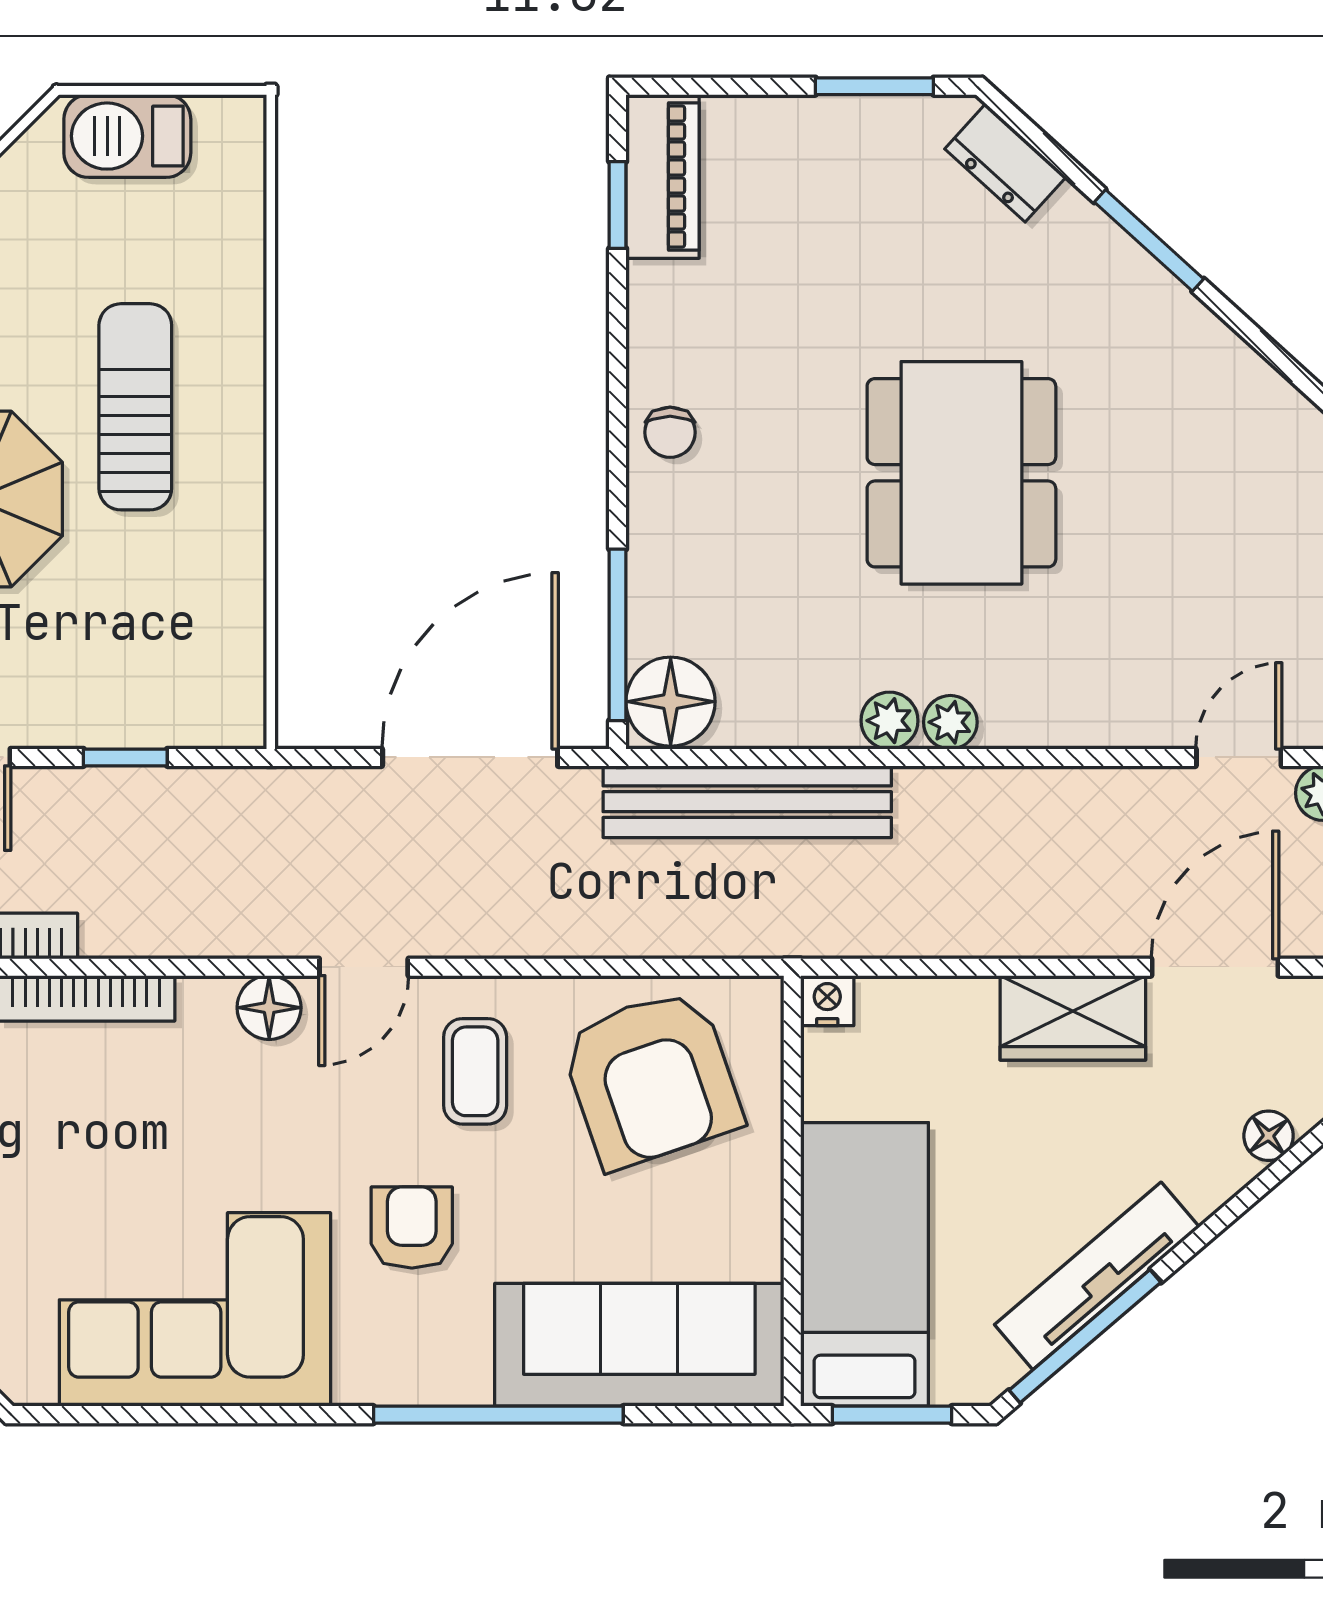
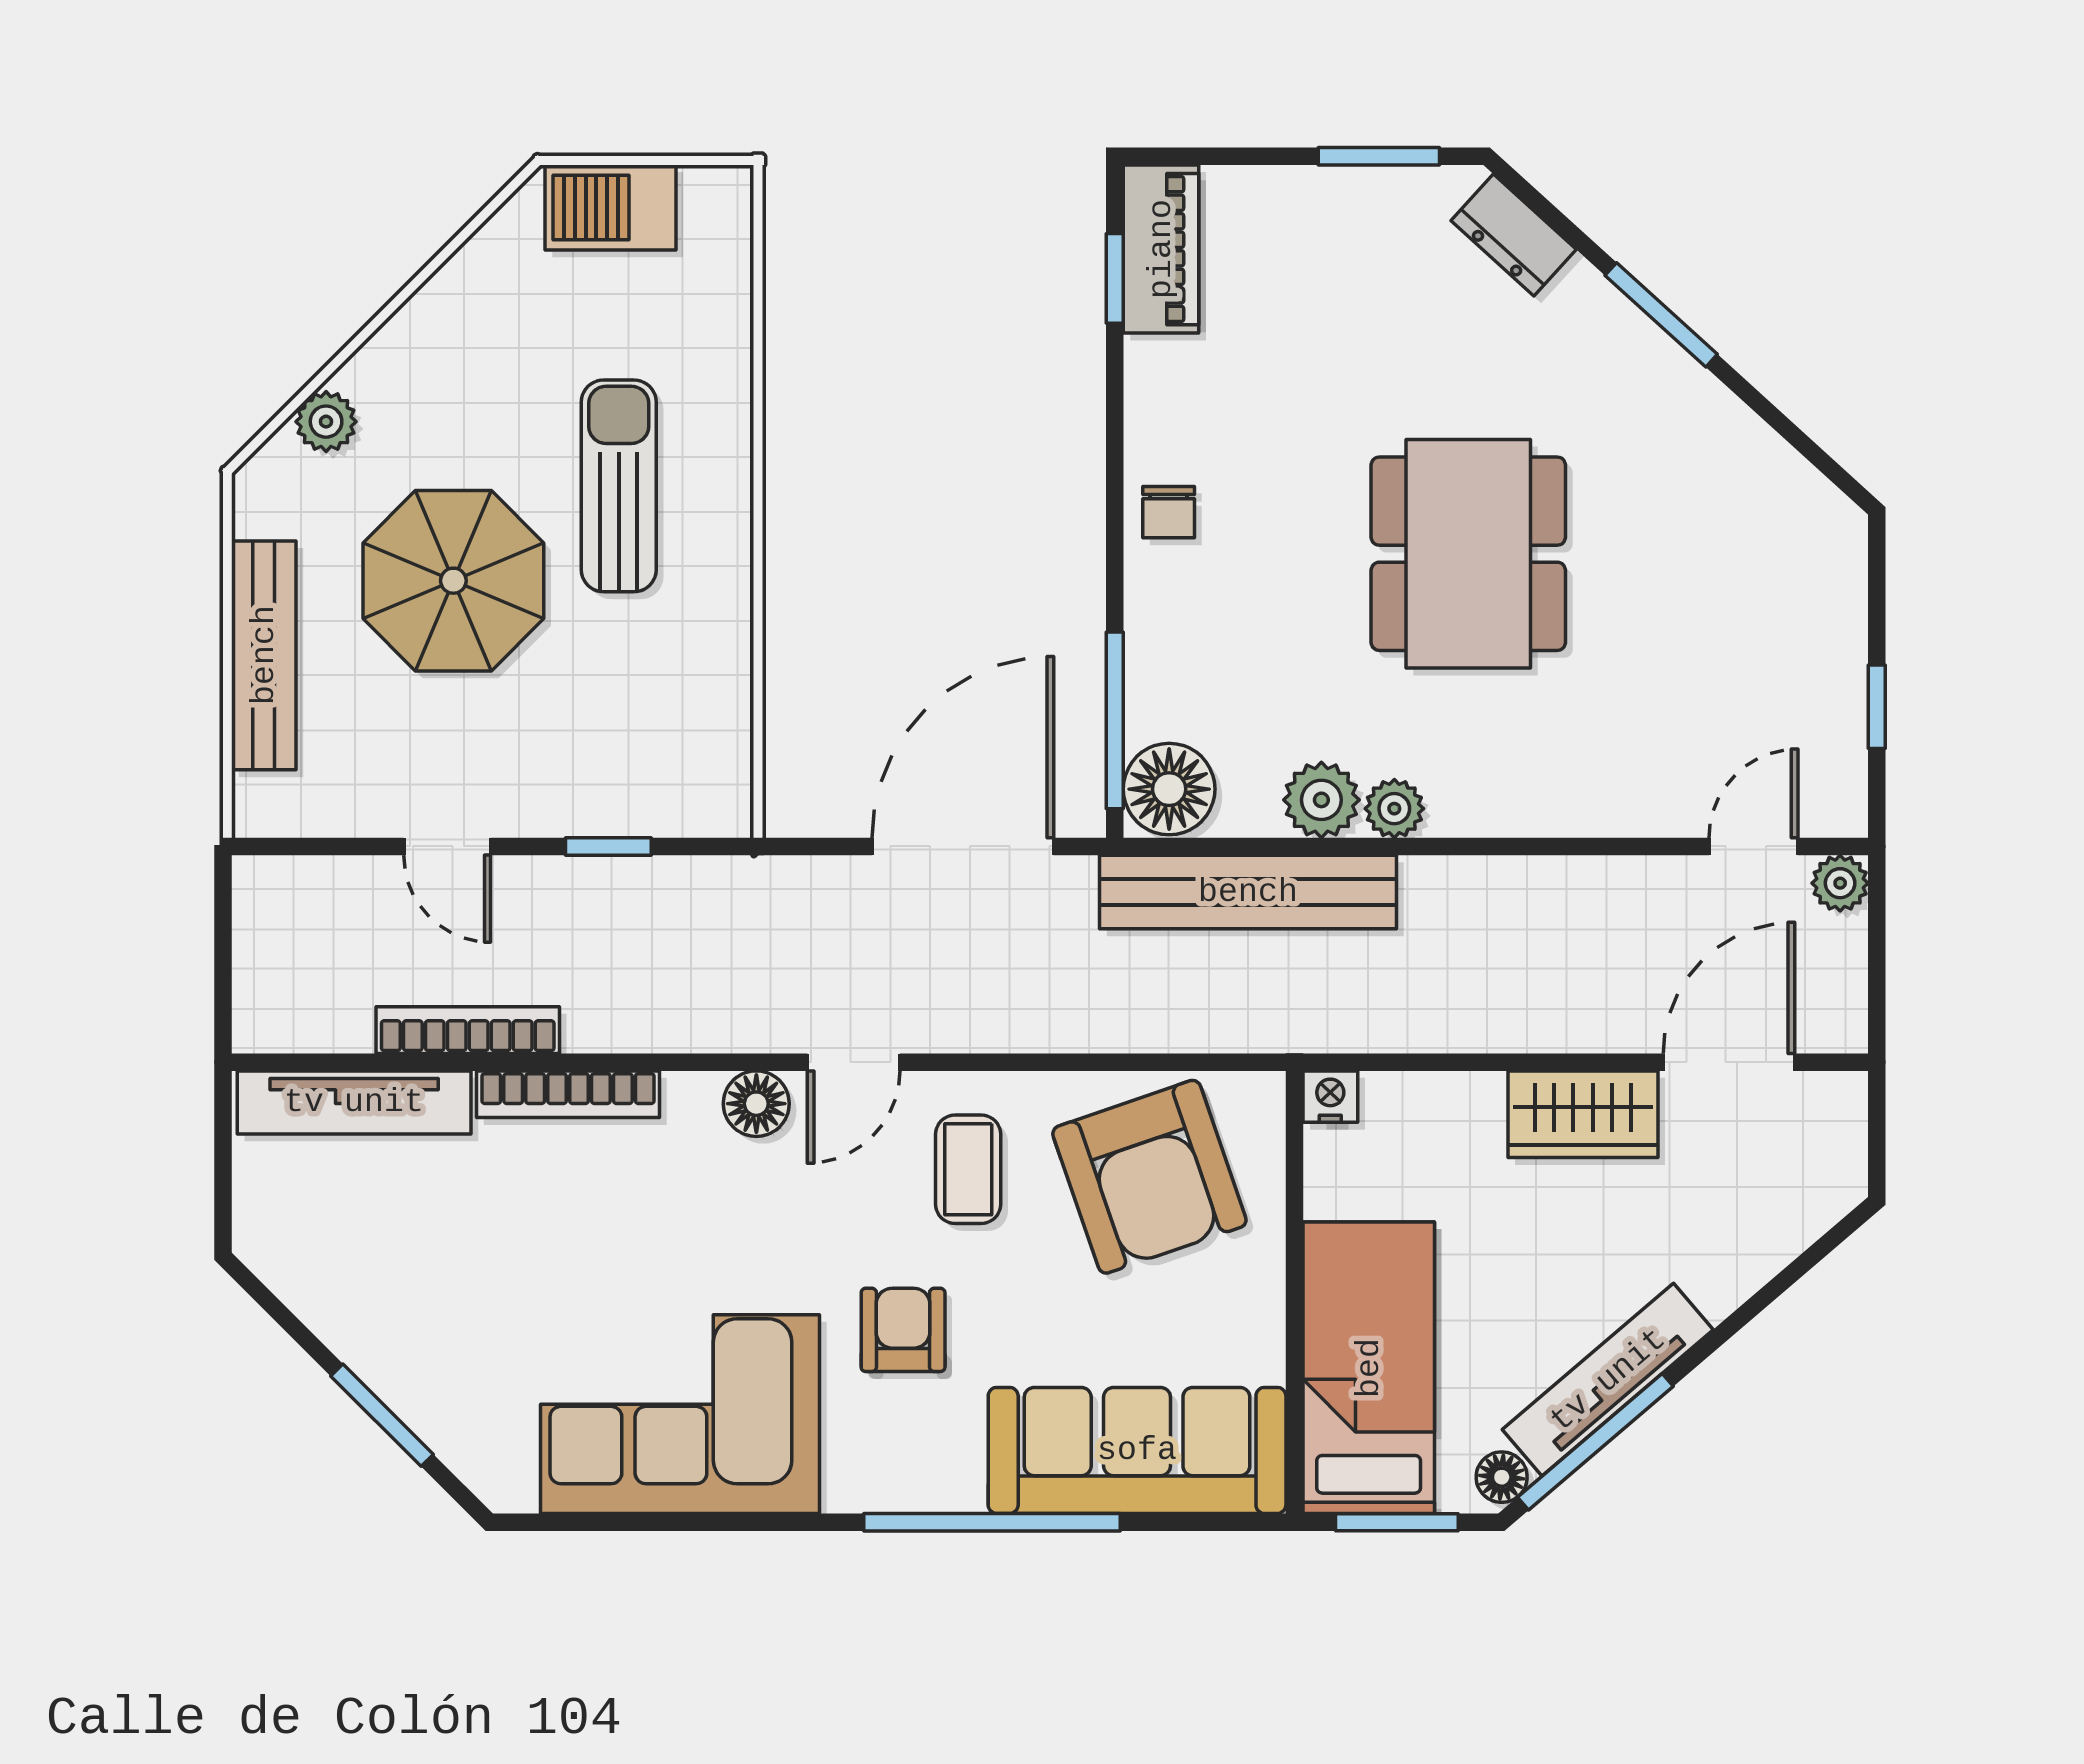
plant: (950, 722) -> (1321, 800), moved, width x1.38, depth x1.38
floor lamp: (1269, 1136) -> (1502, 1477), moved

